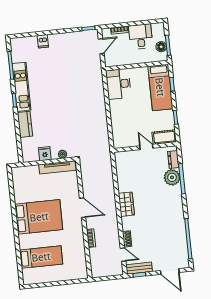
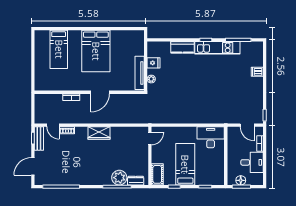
bed: (160, 87) -> (185, 164), moved, turned 90
door: (146, 147) -> (150, 138), moved
door: (123, 255) -> (53, 125), hinge flipped

